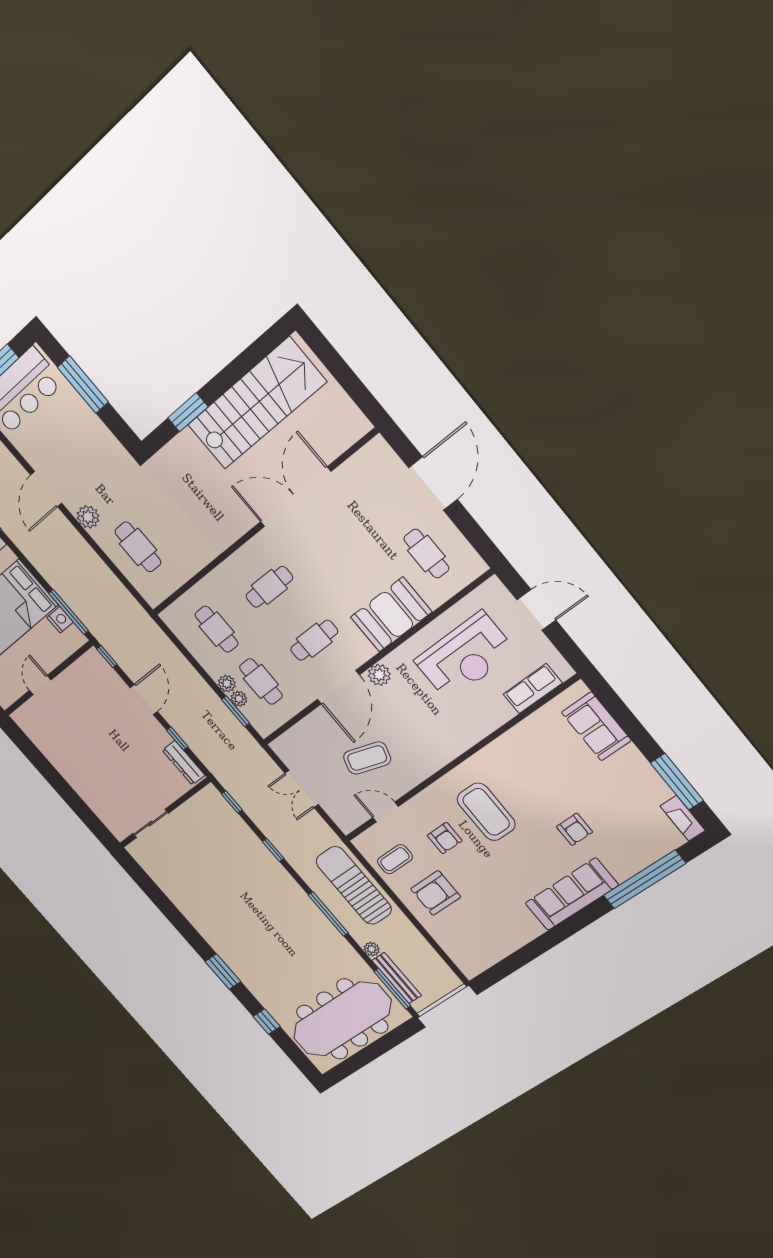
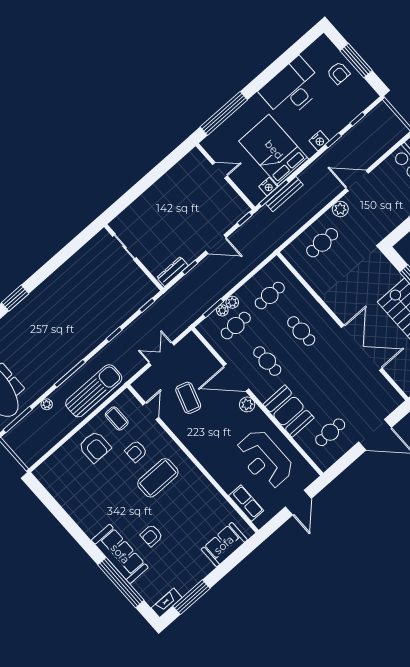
armchair: (436, 893) -> (95, 447), turned 180
sofa: (572, 894) -> (120, 554), moved
bench: (397, 978) -> (284, 194), moved

